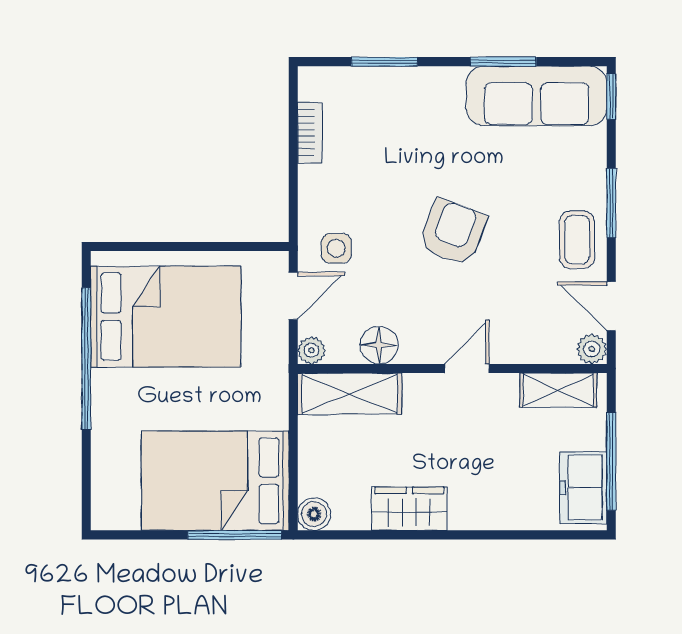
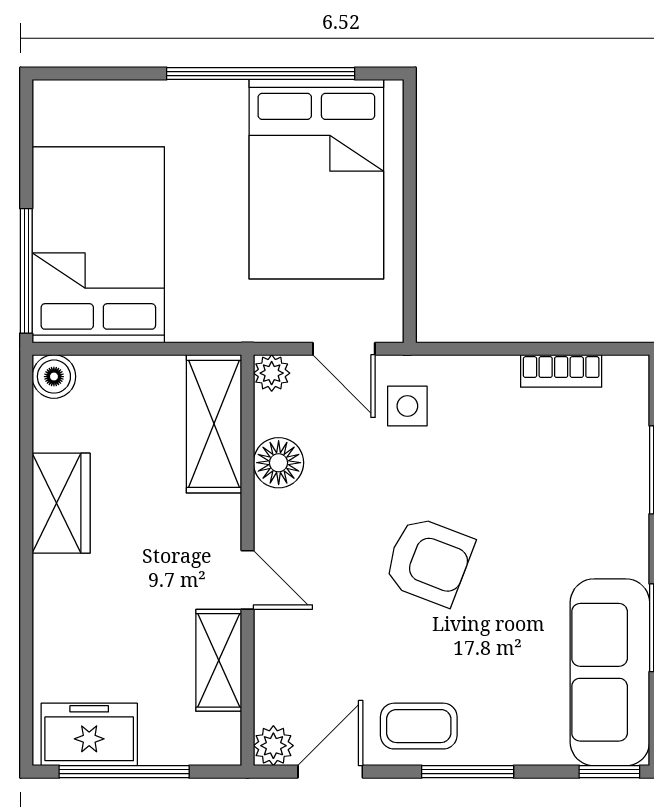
shelving: (558, 390) -> (219, 660), moved

